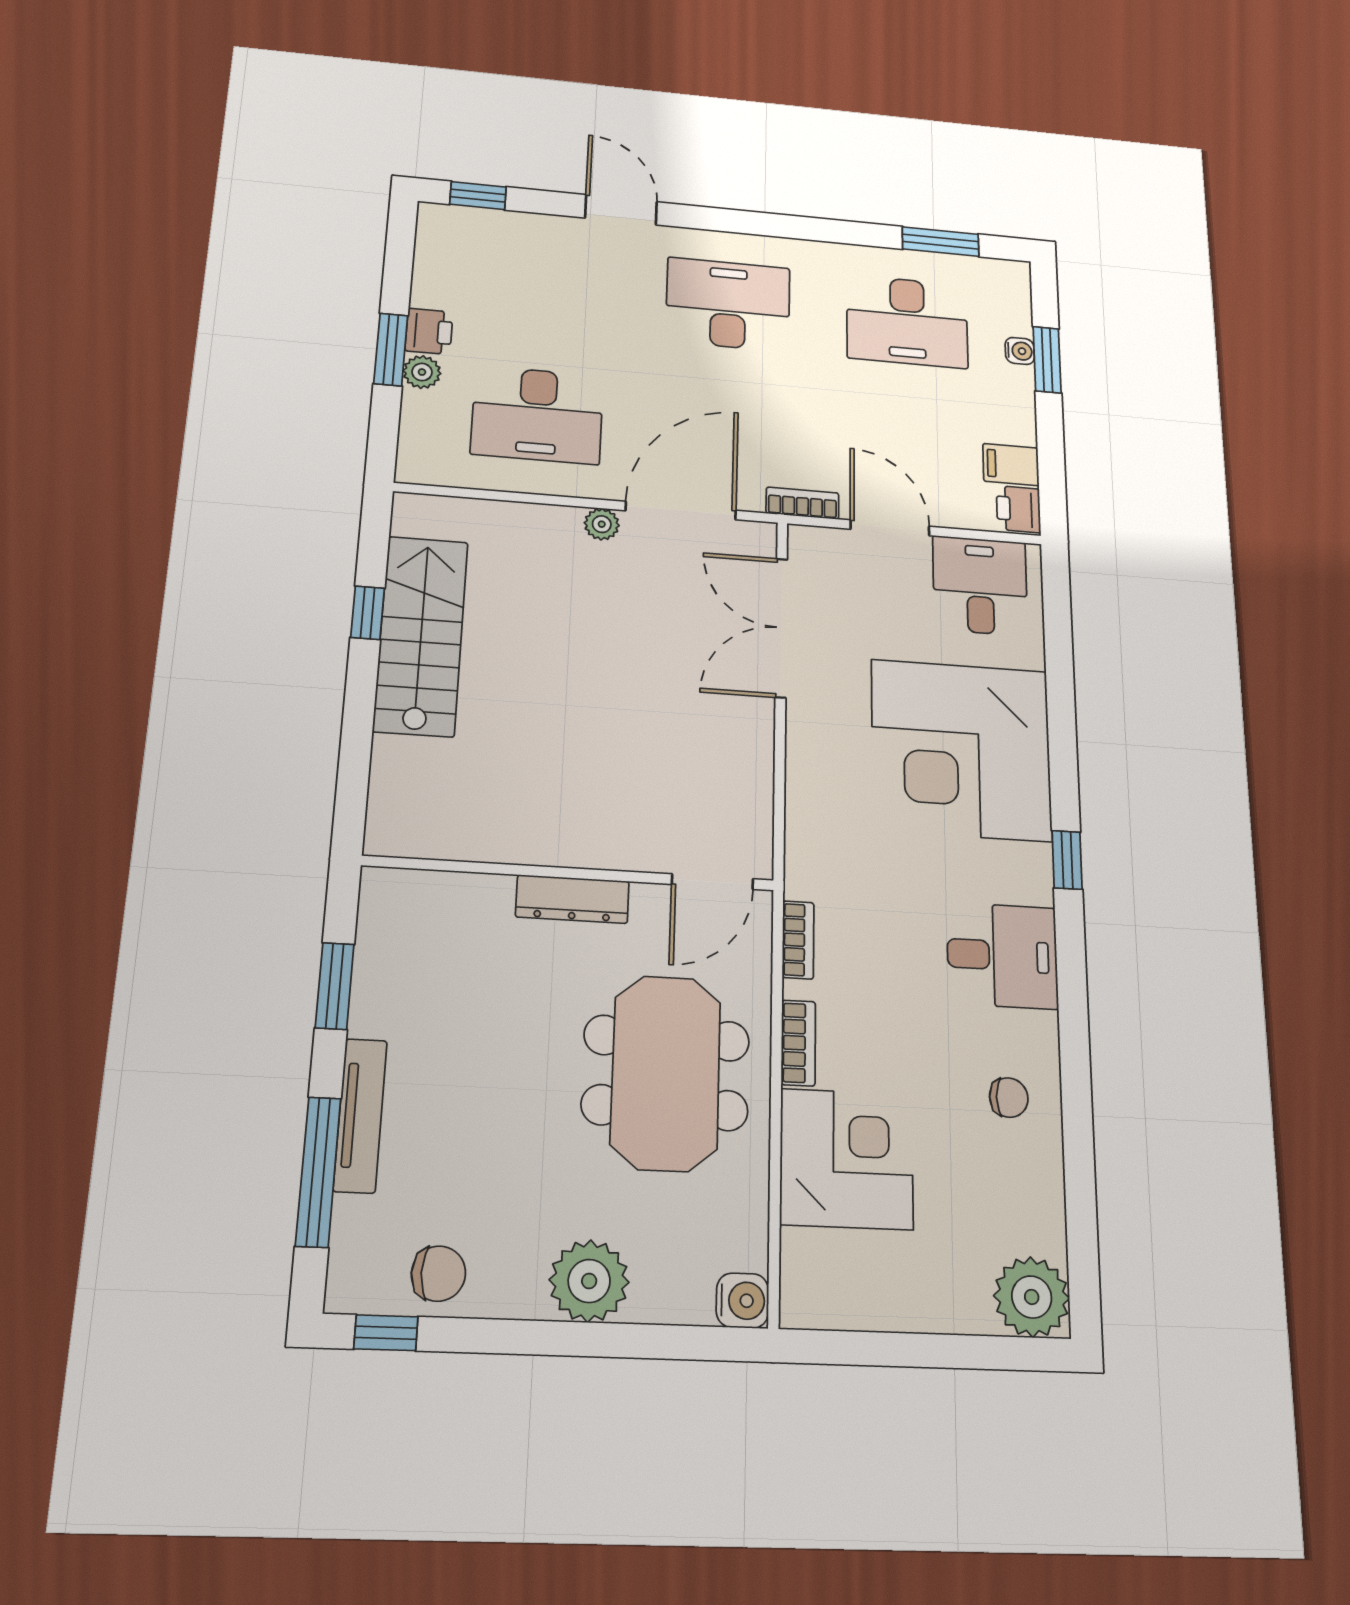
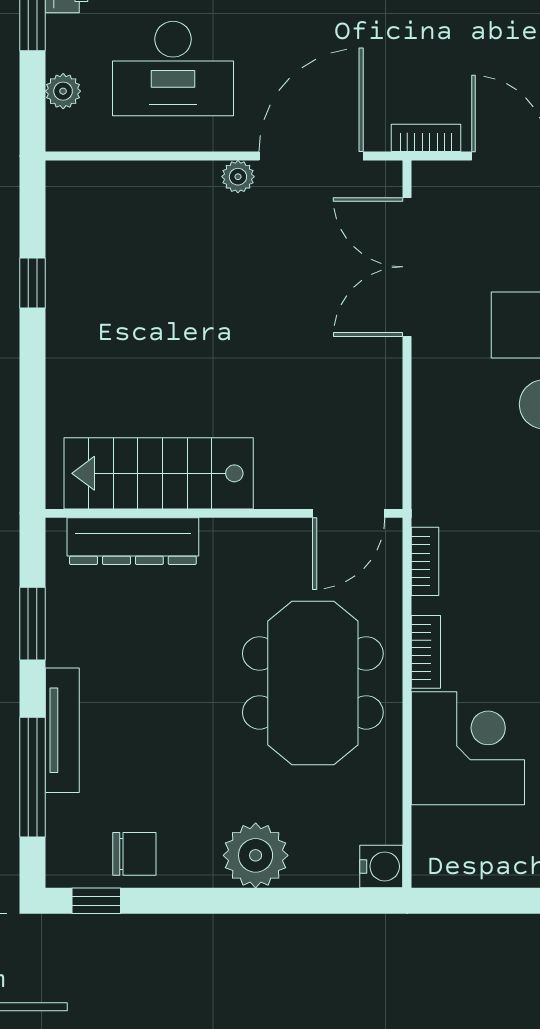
plant: (422, 372) -> (63, 91), moved
stairs: (421, 635) -> (159, 473), moved, turned -90
dresser: (572, 899) -> (133, 541), moved, width x1.37, depth x1.24

